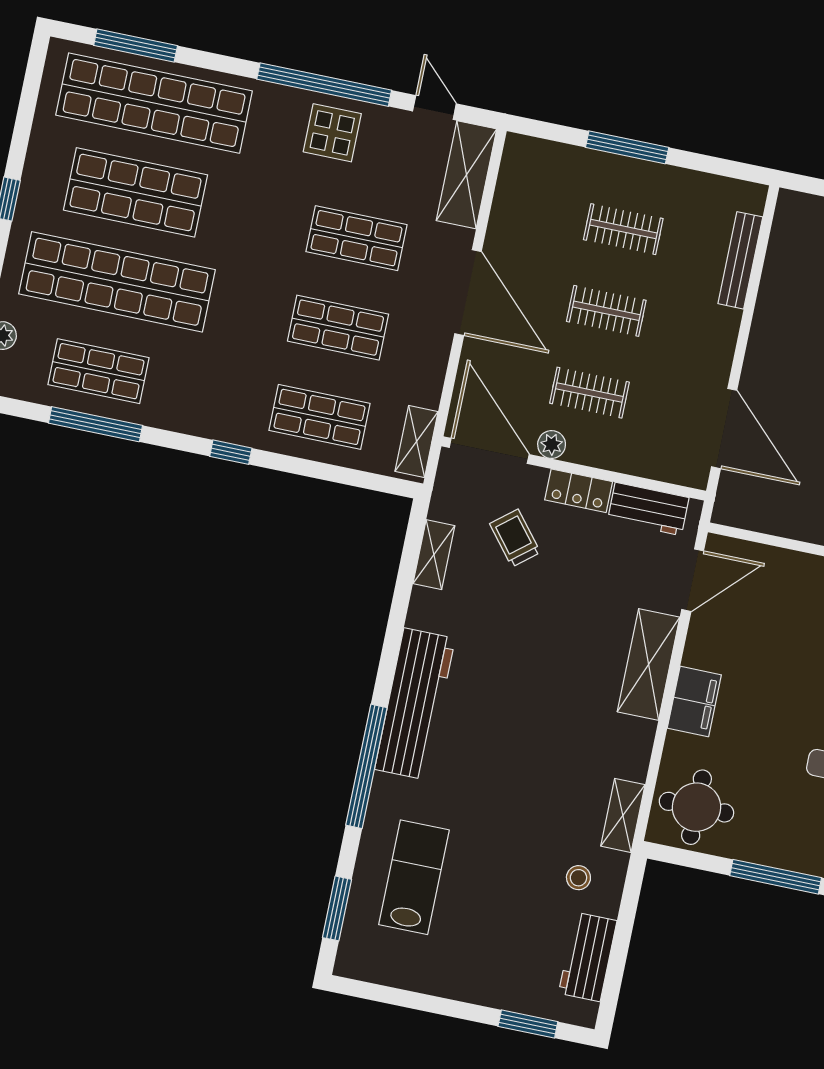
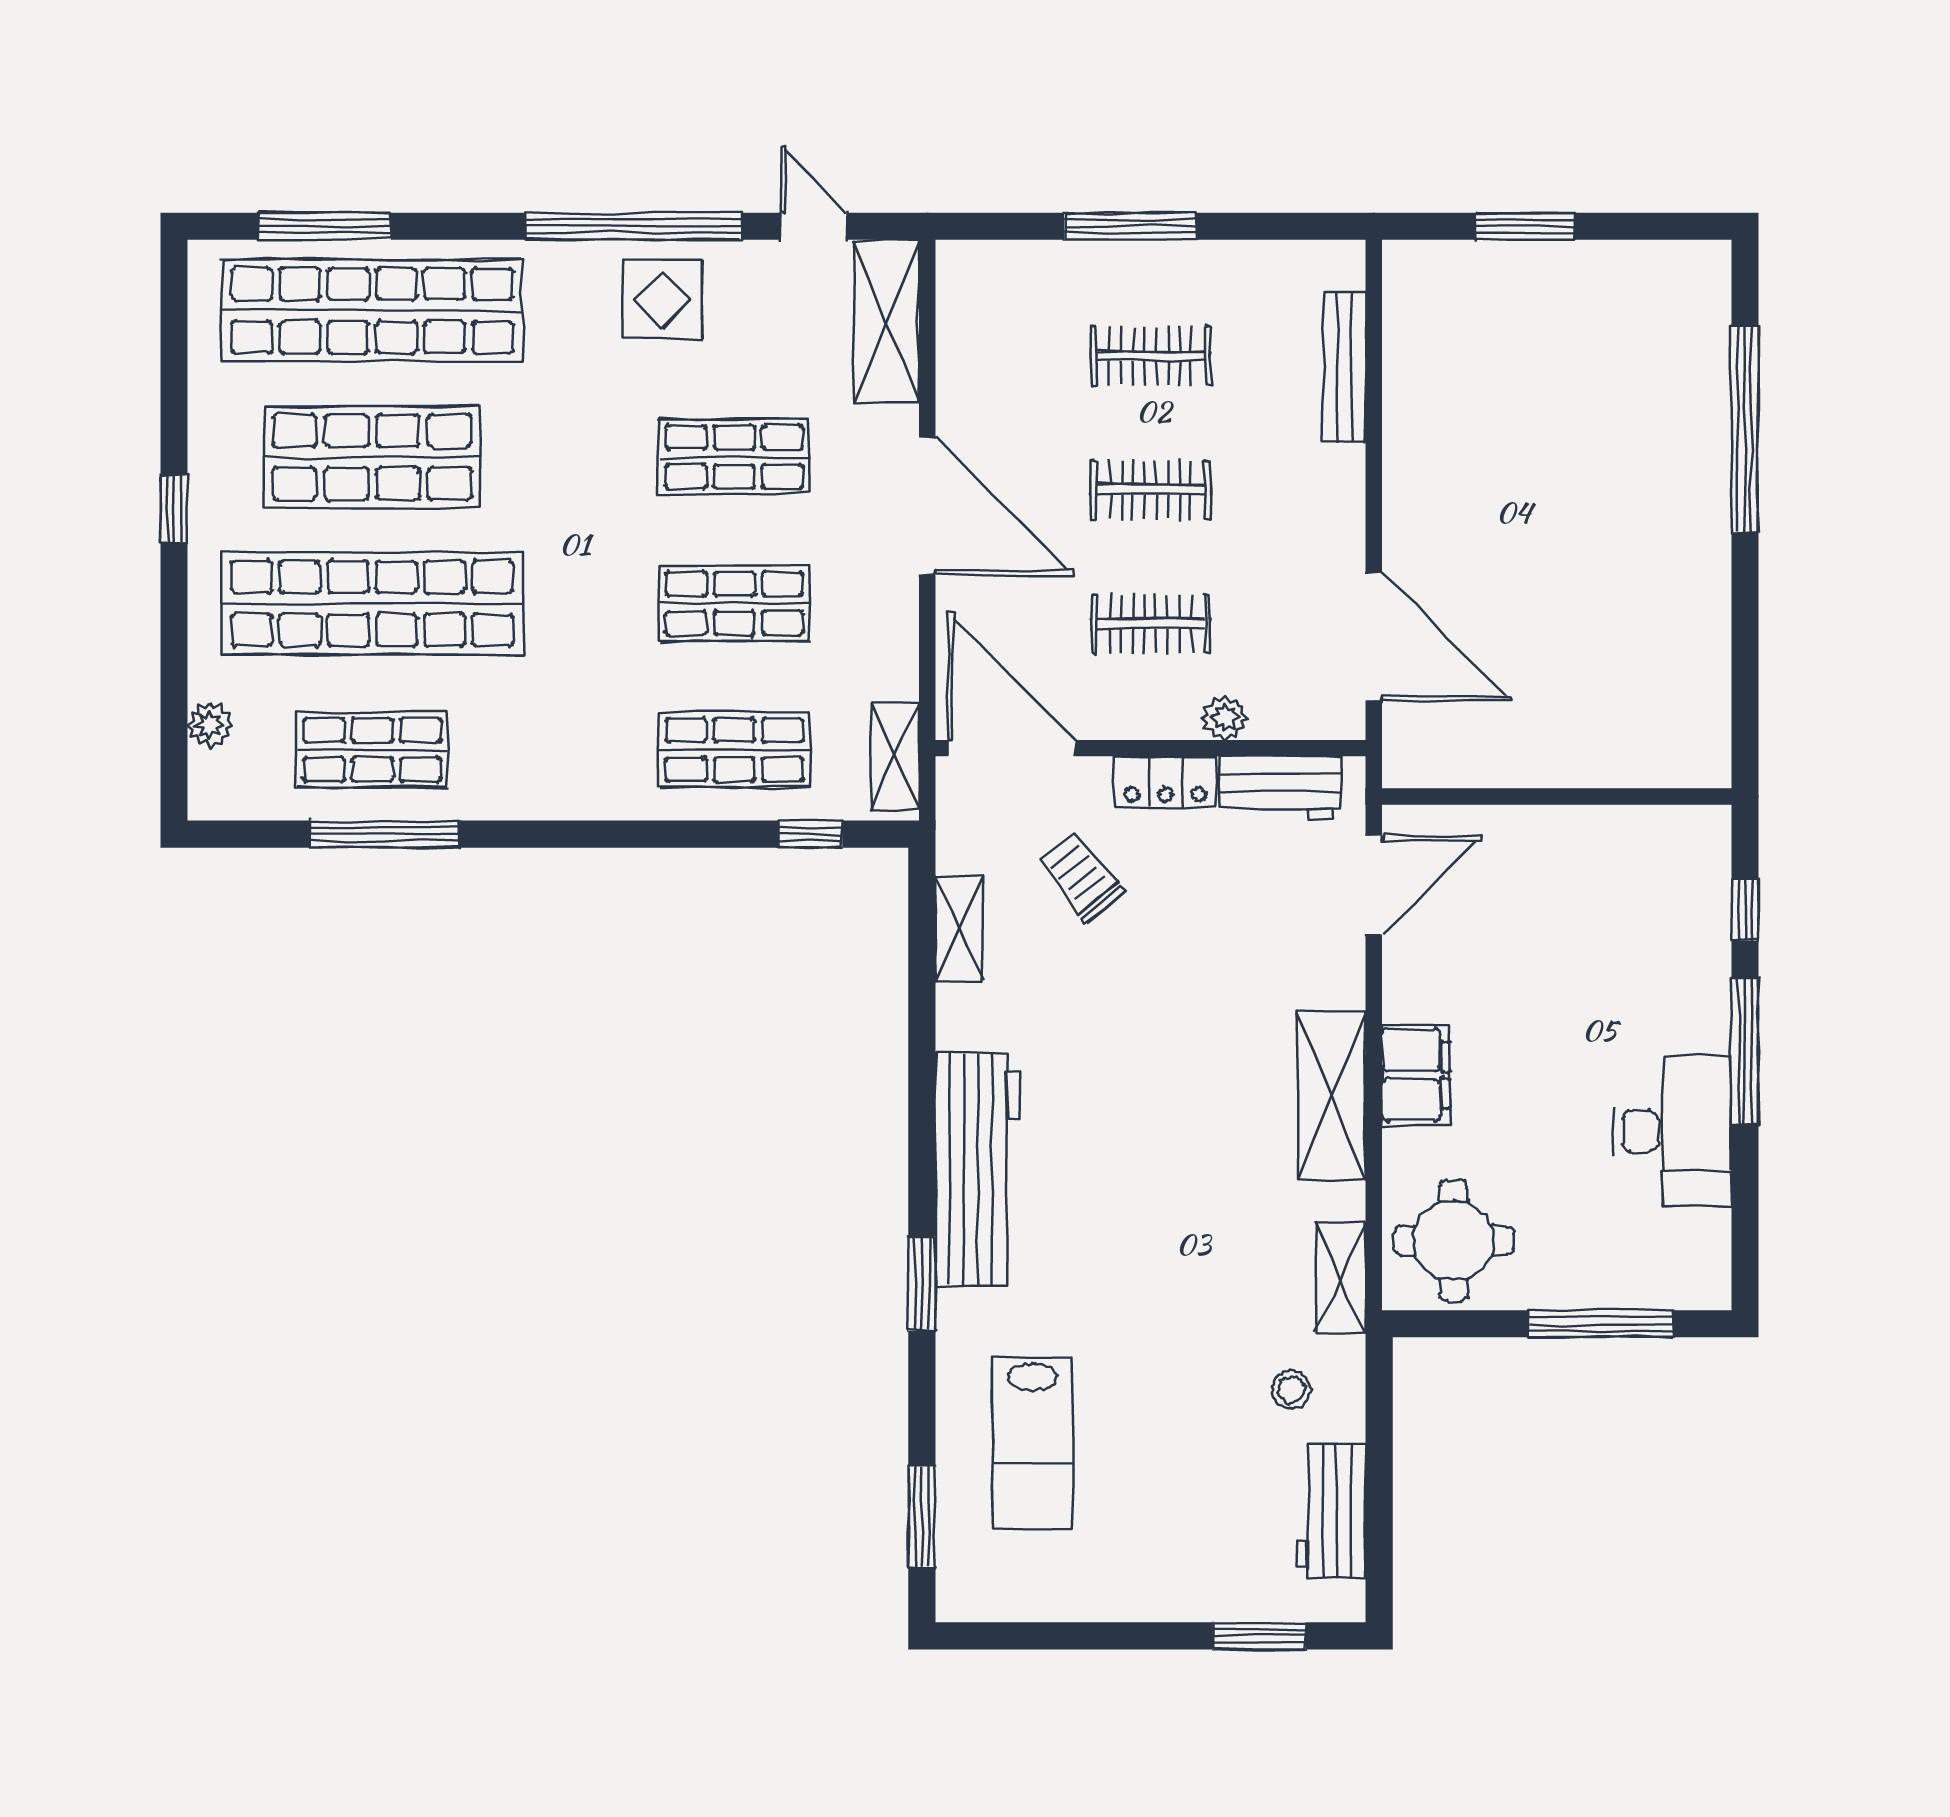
plant: (552, 445) -> (1225, 718), moved
window: (231, 452) -> (810, 834), moved
shelving: (649, 664) -> (1332, 1095), moved
window: (366, 766) -> (922, 1284), width x0.47
lab bench: (414, 877) -> (1032, 1442), turned 180

